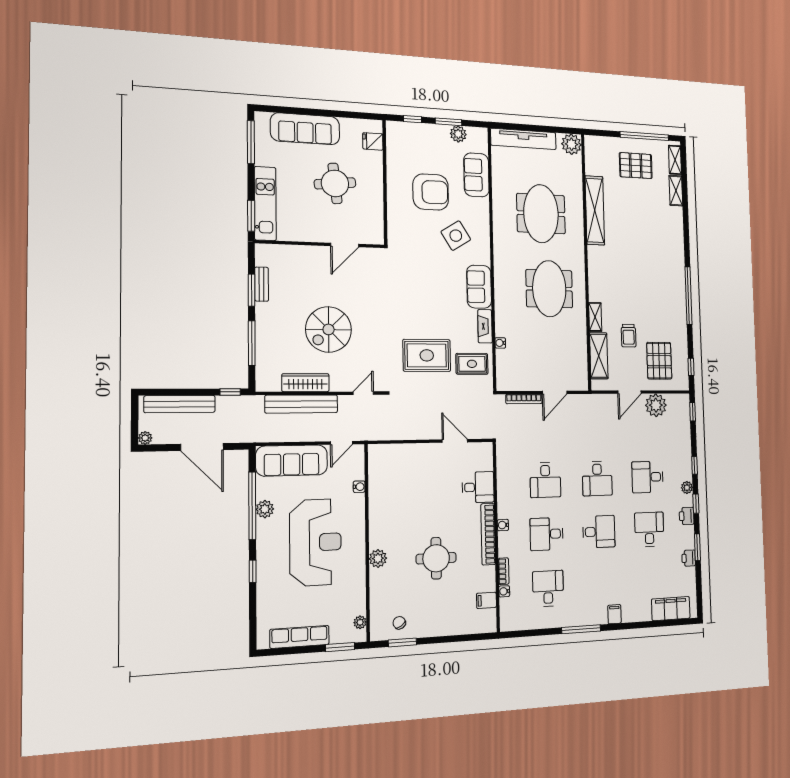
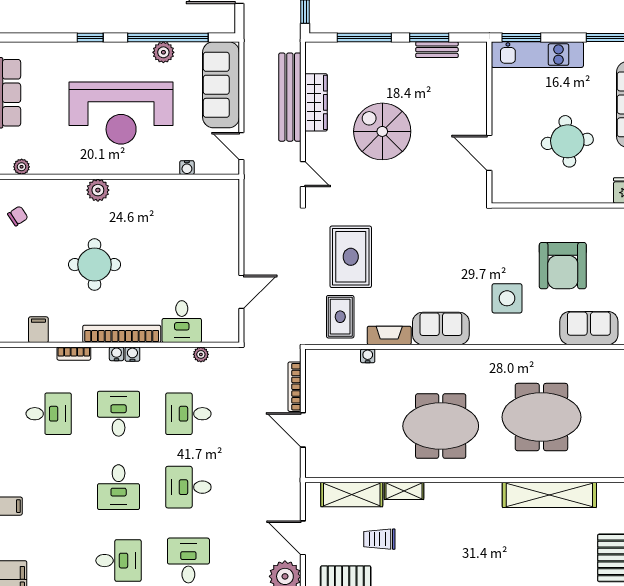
side table: (456, 236) -> (507, 298), turned 32
plant: (502, 472) -> (201, 354), added
water cooler: (504, 591) -> (117, 354), moved

